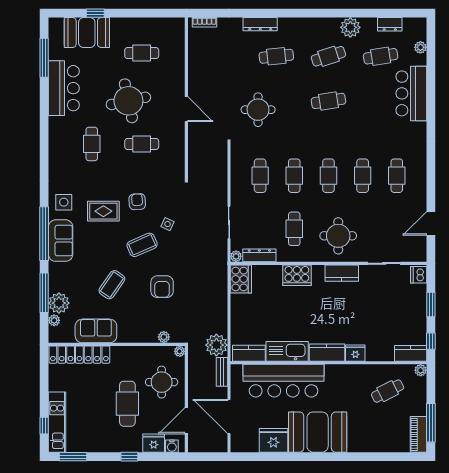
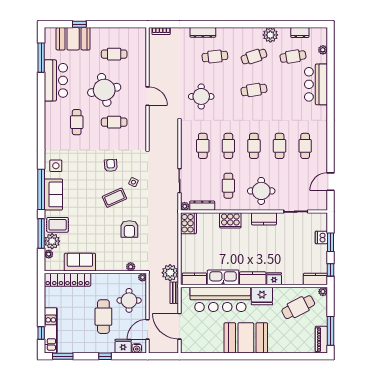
rug: (103, 211) -> (58, 225), moved
dishwasher: (419, 275) -> (321, 237), moved
coffee table: (112, 285) -> (92, 228), removed
cafe table: (388, 391) -> (298, 307), width x1.37, depth x1.35
fridge: (273, 440) -> (262, 296), moved, turned 180

